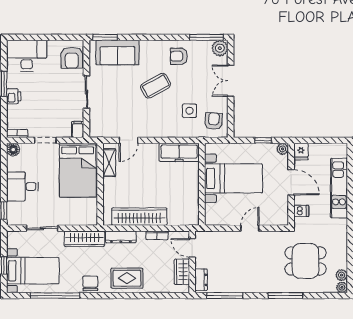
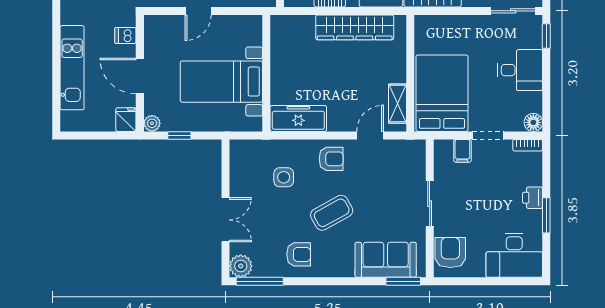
armchair: (214, 121) -> (331, 159), moved, turned -94
filing cabinet: (78, 129) -> (462, 151), moved
sliding door: (42, 228) -> (513, 11), moved

